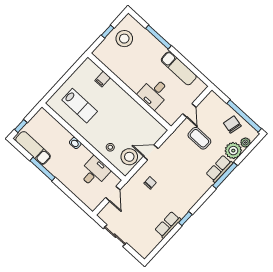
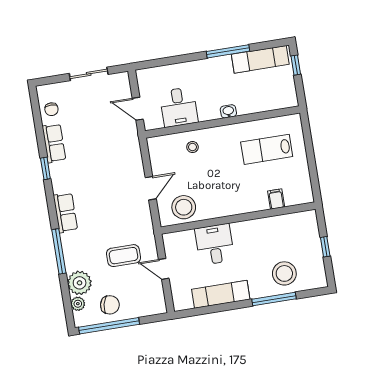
stool: (124, 39) -> (284, 273), moved
stool: (129, 157) -> (184, 207), moved
row of seats: (219, 169) -> (65, 213), moved
chair: (150, 183) -> (51, 109), moved

